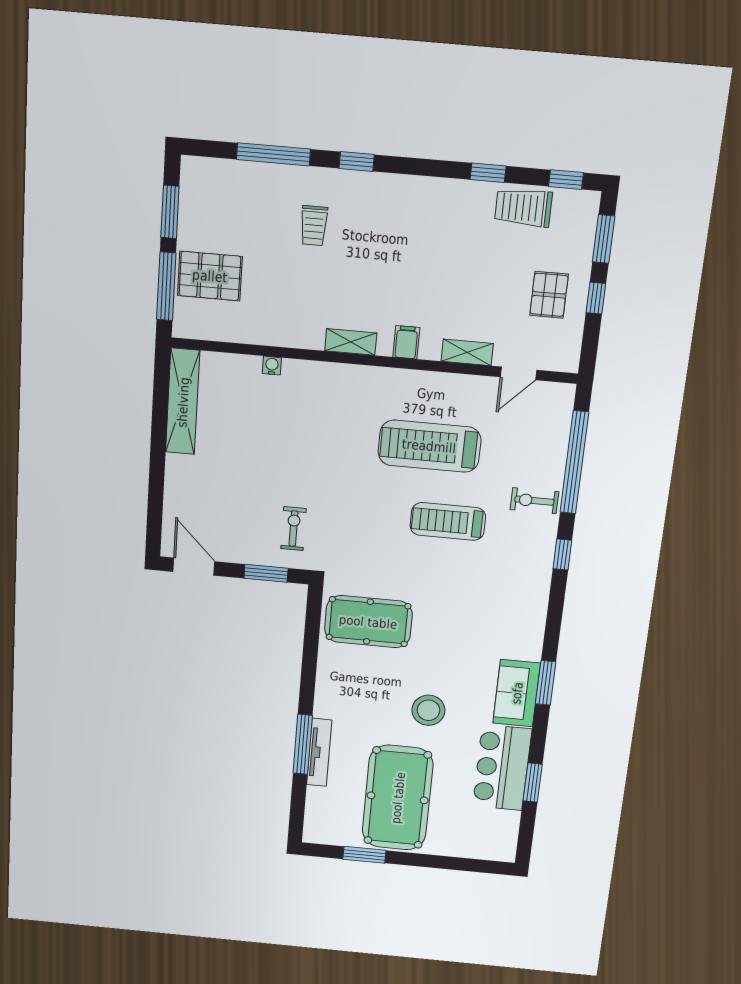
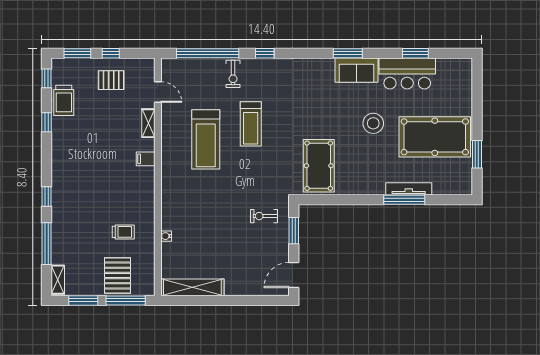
trolley: (314, 226) -> (123, 232), moved
shelving: (351, 342) -> (58, 280), moved

